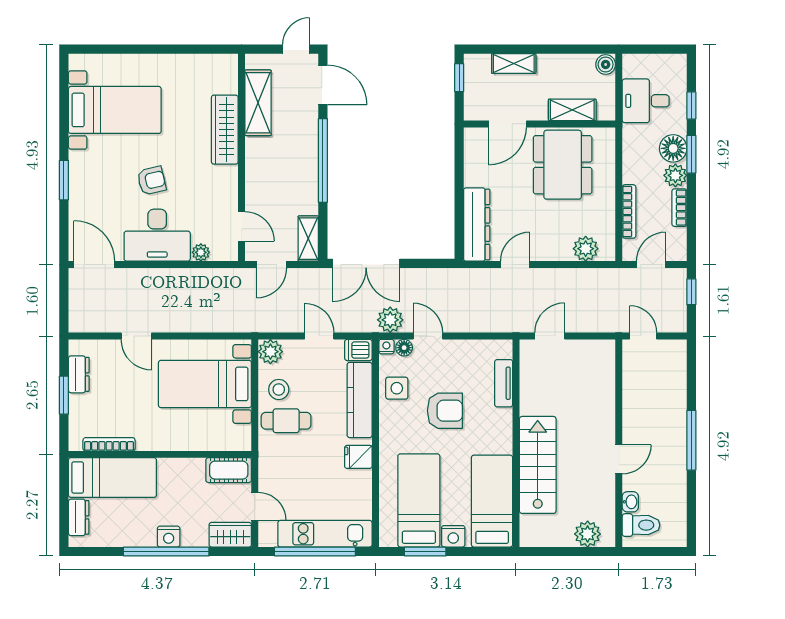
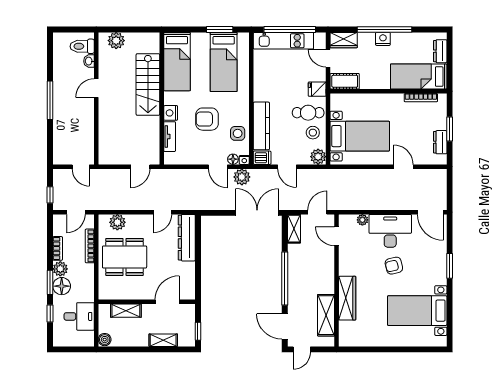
dining table: (563, 165) -> (125, 257), moved, turned 90
fridge: (358, 457) -> (317, 89), moved, turned 180
nightstand: (453, 536) -> (171, 113), moved, turned -90

